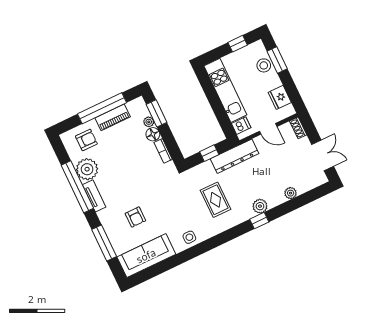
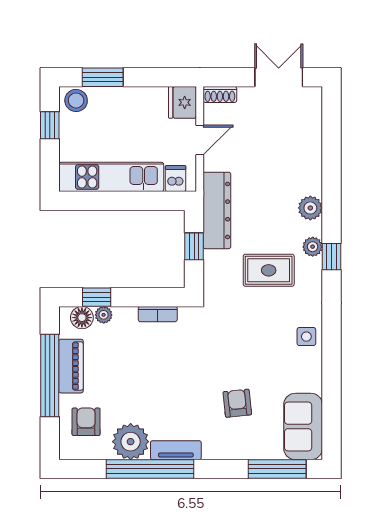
stool: (264, 65) -> (76, 100), moved
fridge: (280, 97) -> (183, 102), moved, turned 90
window: (157, 113) -> (97, 297), width x0.67
floor lamp: (153, 134) -> (82, 318), moved
plant: (291, 193) -> (313, 247), moved
armchair: (135, 217) -> (237, 403), turned -96
window: (259, 221) -> (332, 257), moved
window: (104, 243) -> (277, 469), moved
sofa: (146, 256) -> (303, 426), width x0.73

